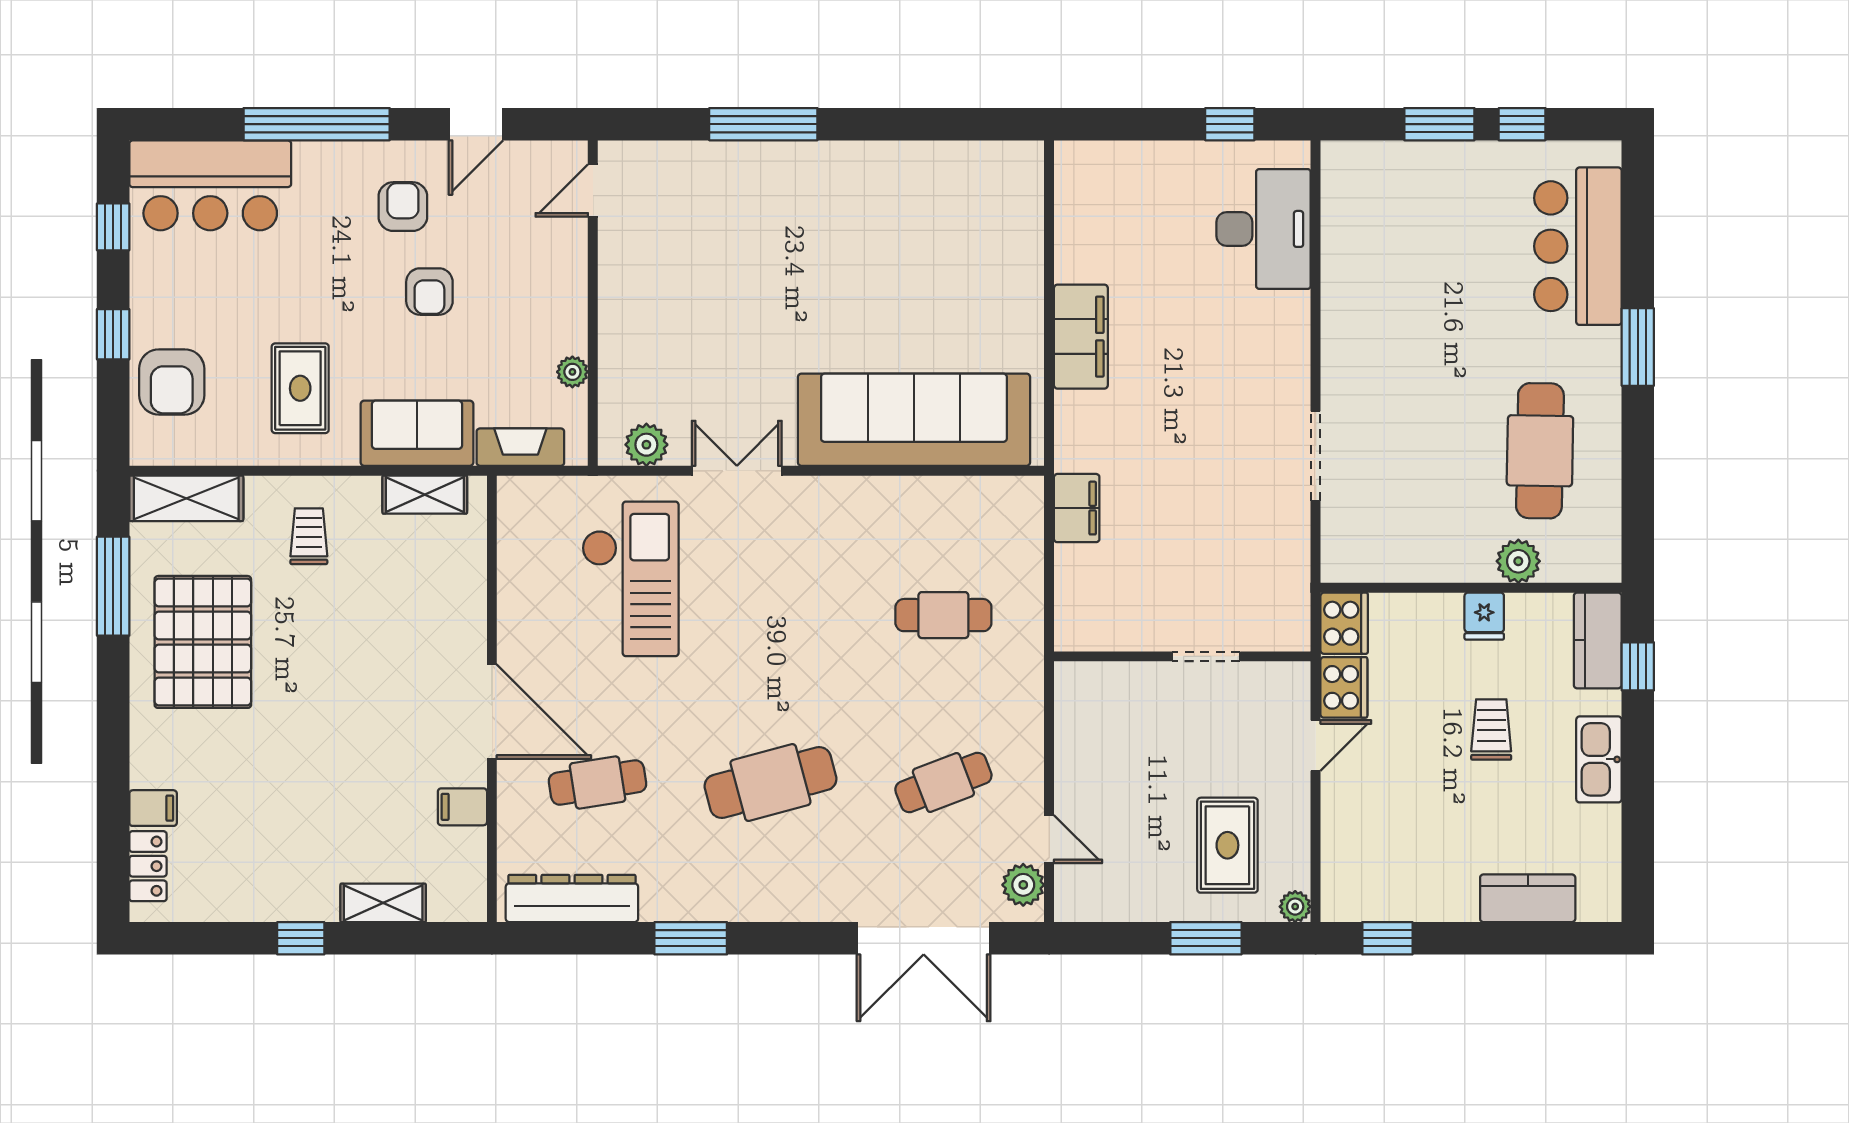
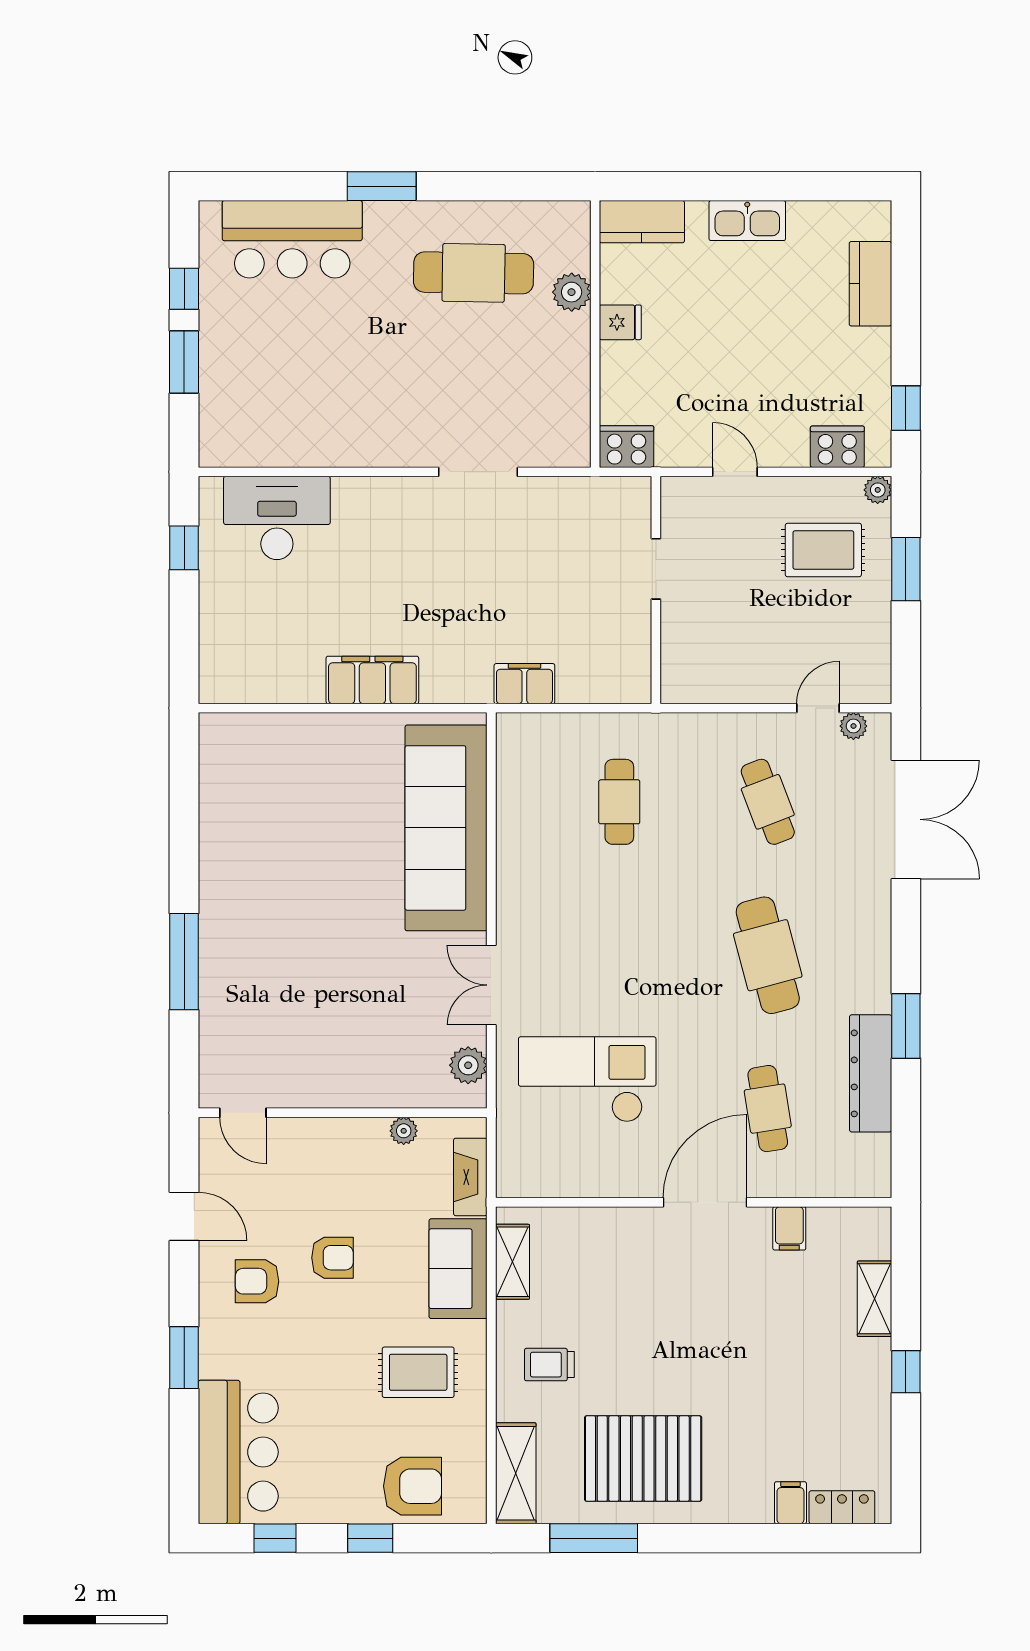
window: (317, 124) -> (184, 1358), width x0.47
window: (1638, 666) -> (665, 186), removed
cooker: (1344, 687) -> (837, 447), moved
trolley: (1491, 730) -> (721, 316), removed
plant: (1023, 885) -> (853, 726), width x0.73, depth x0.73
dresser: (572, 898) -> (871, 1073), moved

